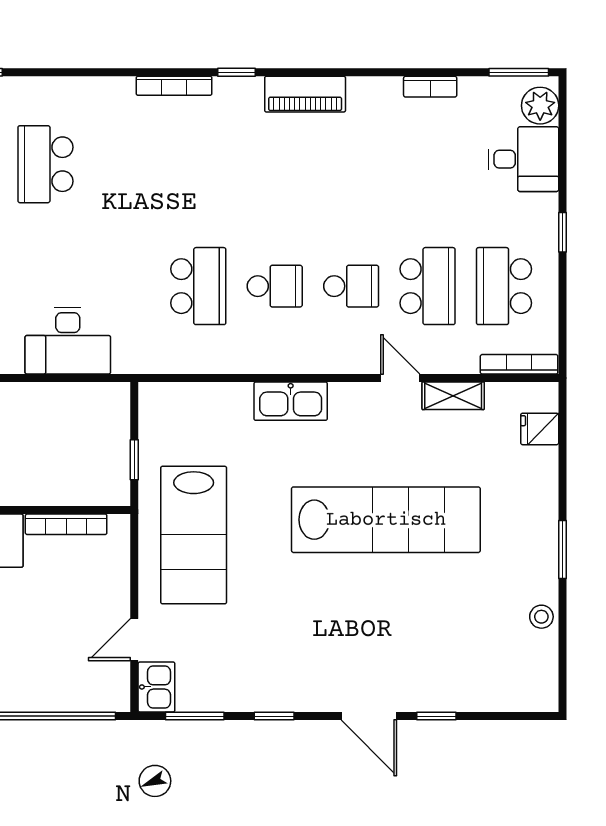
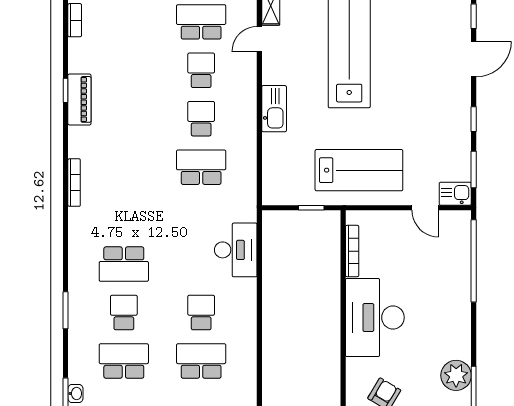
window: (236, 72) -> (66, 90), moved

